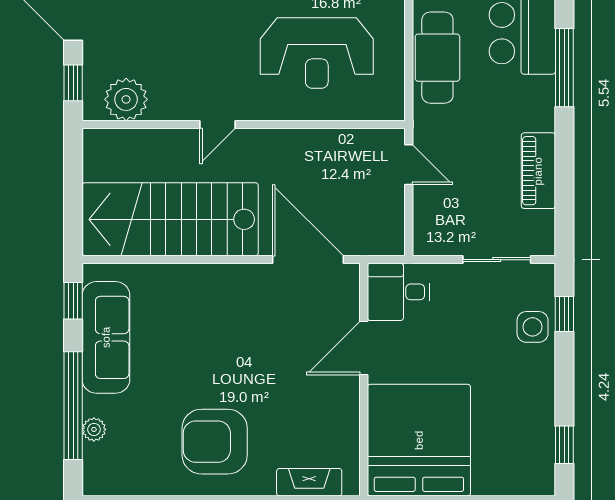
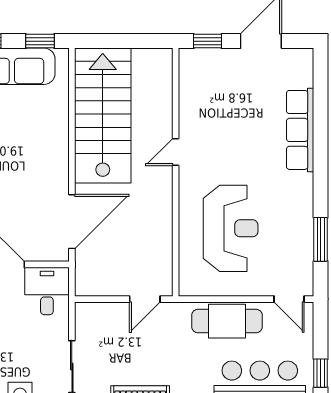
reception desk: (317, 53) -> (231, 228), turned 180
plant: (126, 99) -> (195, 82), removed
door: (218, 124) -> (176, 152), hinge flipped

